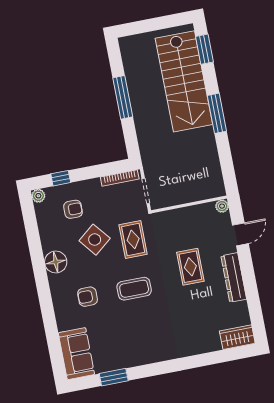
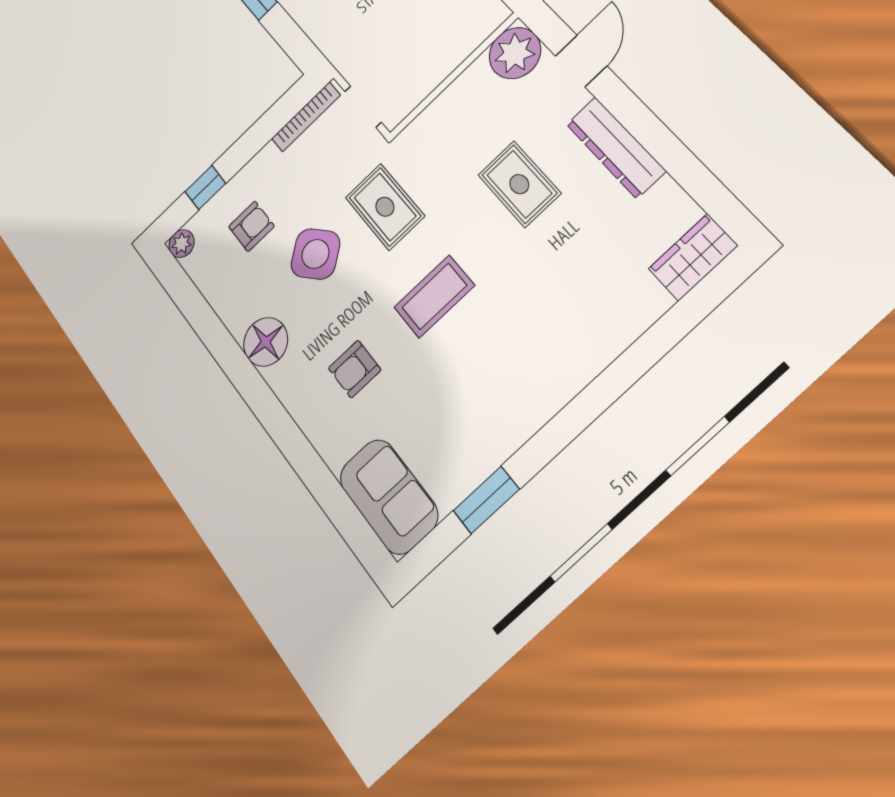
plant: (222, 206) -> (515, 53), width x1.88, depth x1.88

